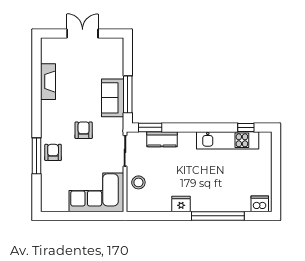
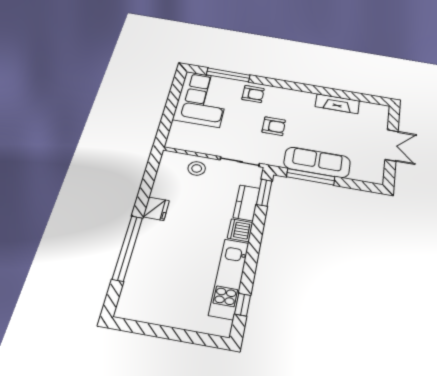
sofa: (113, 98) -> (317, 162), width x1.36
window: (36, 156) -> (228, 75), moved
corner sofa: (96, 192) -> (202, 99), moved
dishwasher: (260, 204) -> (240, 230), moved, turned 180

